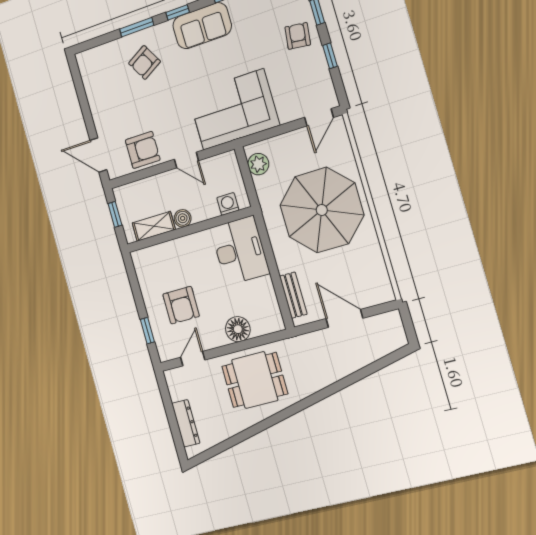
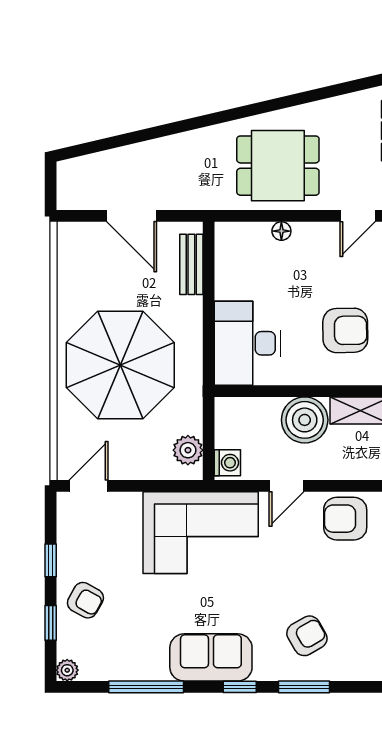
armchair: (298, 36) -> (85, 600), turned -68
door: (186, 160) -> (287, 486), swing flipped
washing machine: (228, 204) -> (227, 463), moved, turned -90
boiler: (183, 218) -> (305, 420), width x1.86, depth x1.86
armchair: (181, 305) -> (345, 330), moved, turned 89
floor lamp: (238, 329) -> (281, 231), width x0.53, depth x0.53

